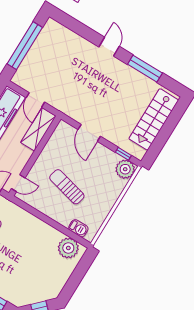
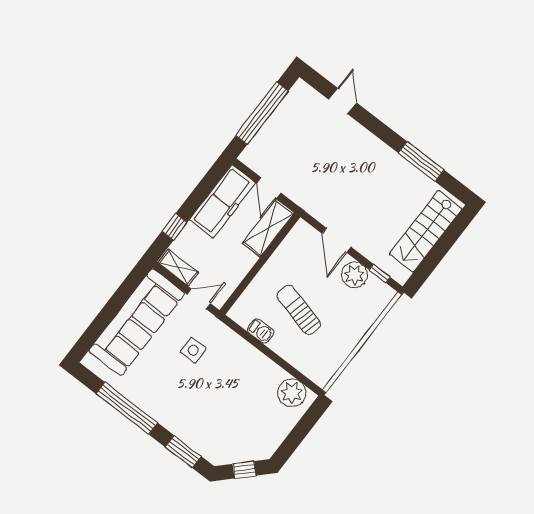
door: (109, 47) -> (343, 101), moved
plant: (125, 169) -> (354, 275), moved
door: (18, 183) -> (233, 298), removed
barbecue: (78, 228) -> (261, 331), moved

